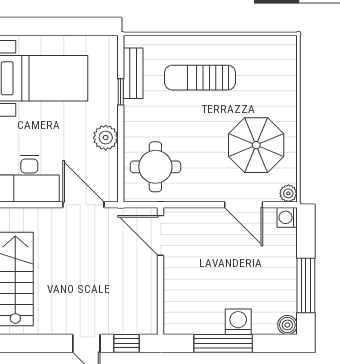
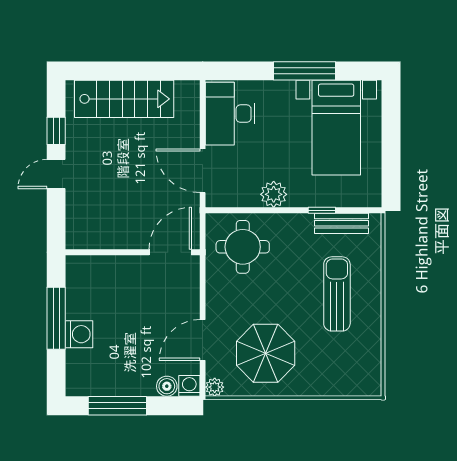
door: (83, 205) -> (203, 171), swing flipped
boiler: (287, 325) -> (167, 386), moved
window: (127, 343) -> (56, 131), moved

